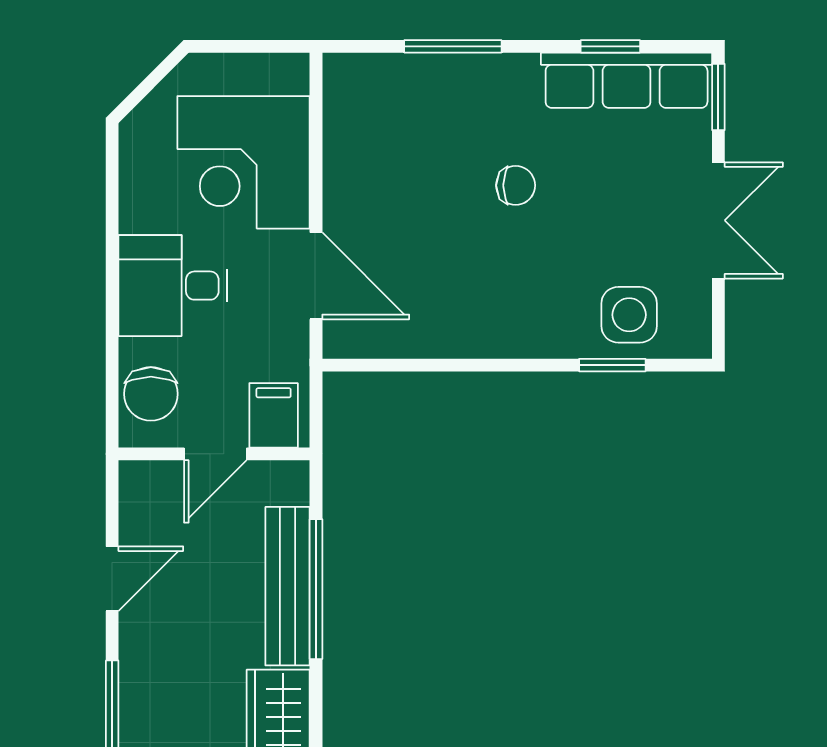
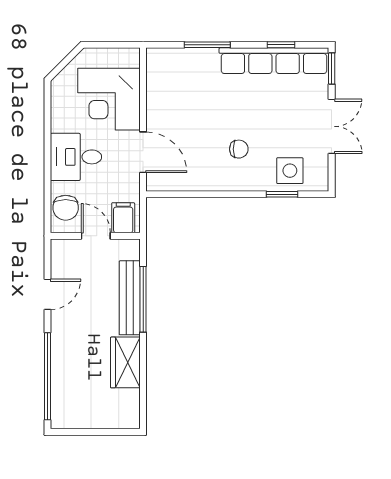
row of seats: (627, 80) -> (274, 61), width x1.36
chair: (516, 185) -> (239, 149), moved
door: (215, 454) -> (96, 236), swing flipped

